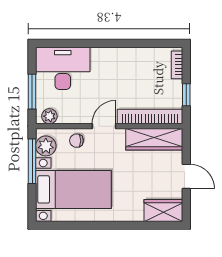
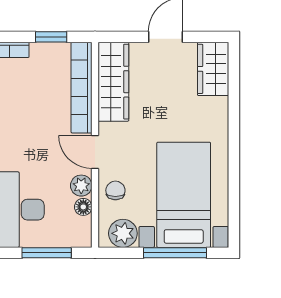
plant: (49, 116) -> (81, 186), moved
floor lamp: (65, 118) -> (83, 207), added
chair: (76, 141) -> (115, 190), turned 180
window: (32, 161) -> (175, 253), moved

